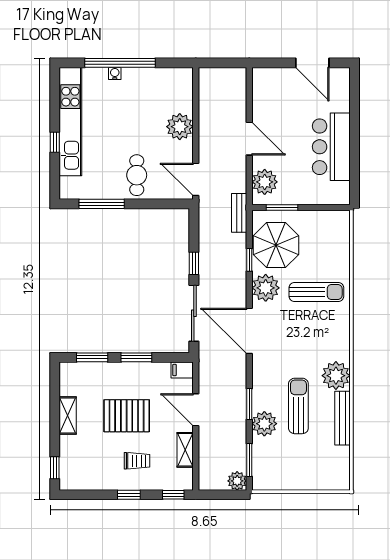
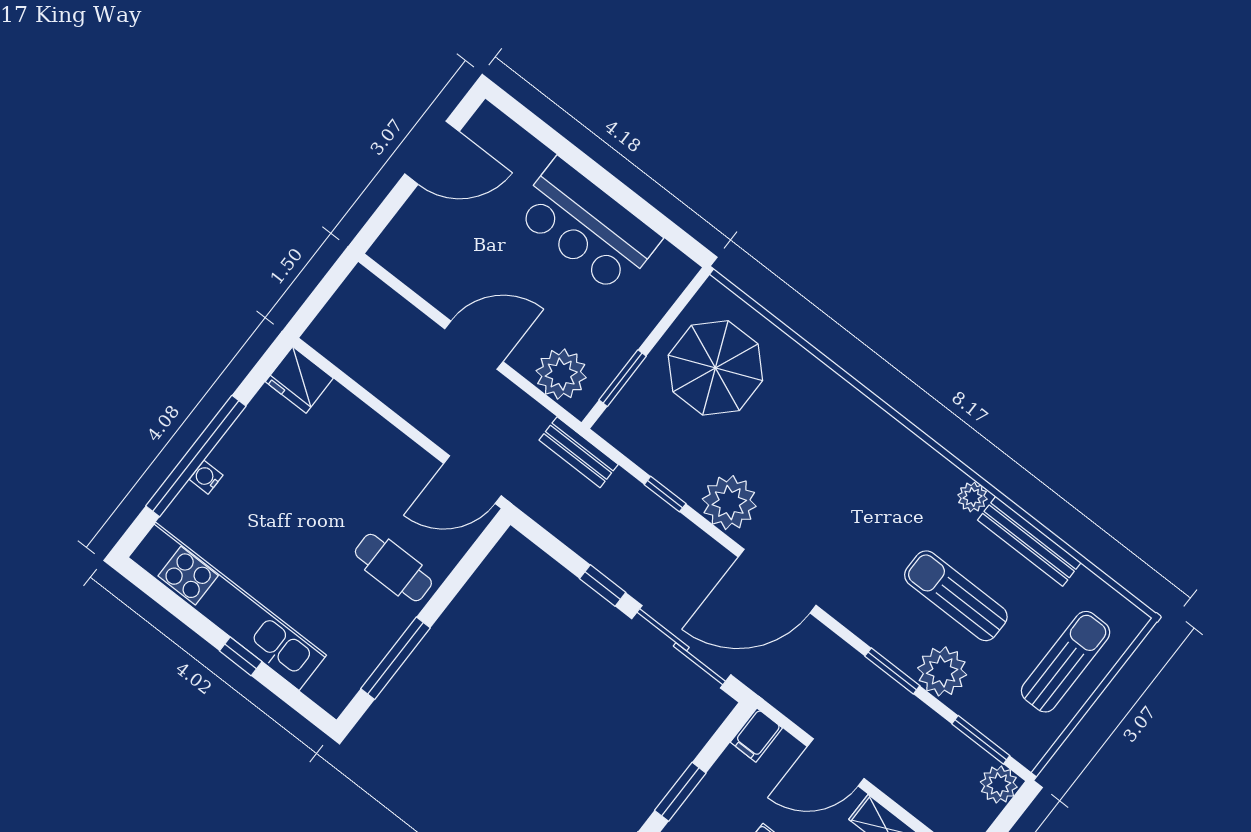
fridge: (182, 80) -> (299, 380), added
plant: (180, 127) -> (370, 440), removed
parasol: (276, 245) -> (715, 368), moved
sun lounger: (316, 292) -> (1066, 662), moved
plant: (336, 376) -> (973, 497), width x0.53, depth x0.53

